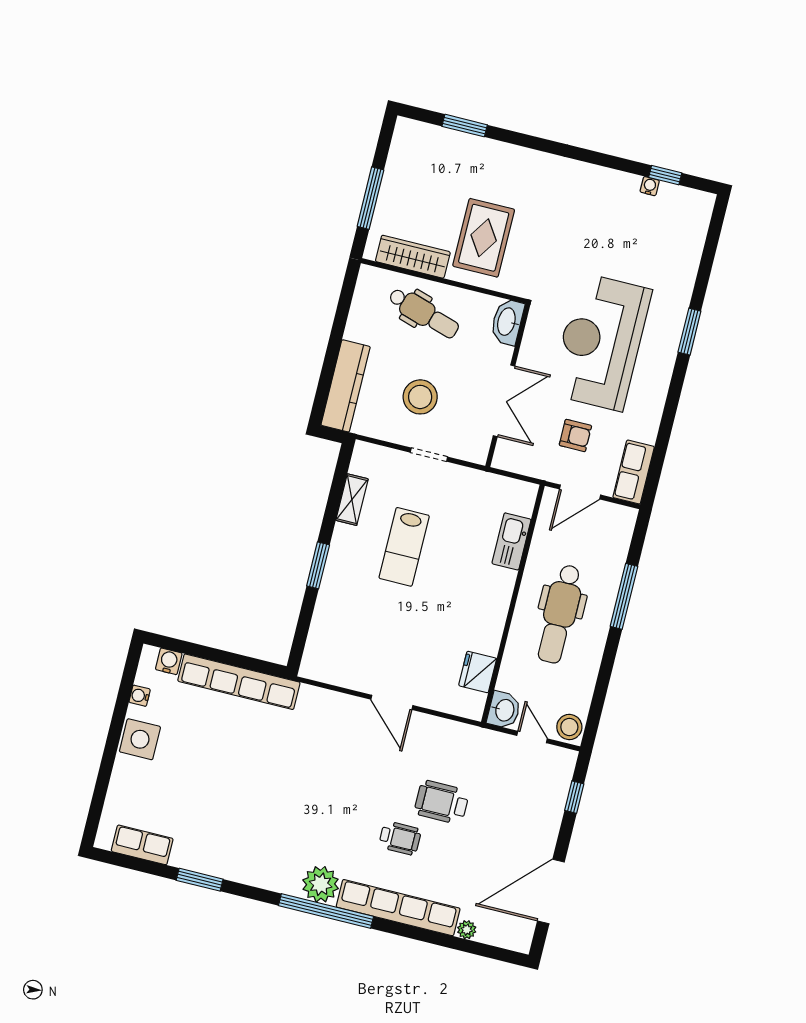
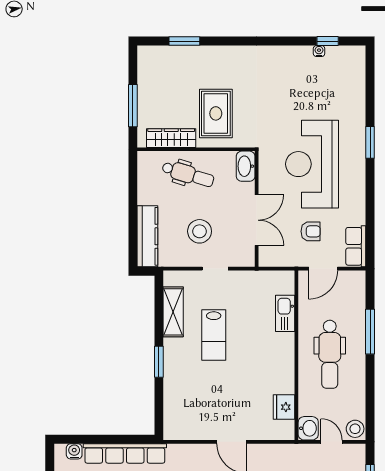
shelving: (352, 500) -> (173, 312), width x1.50, depth x1.33

